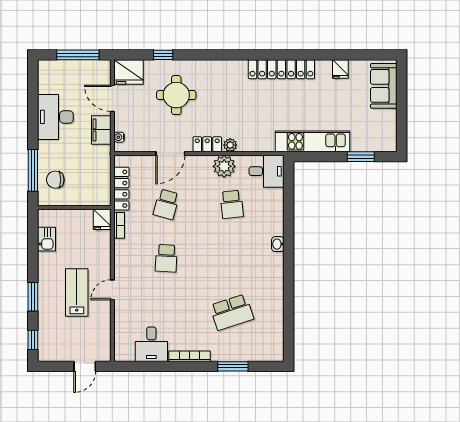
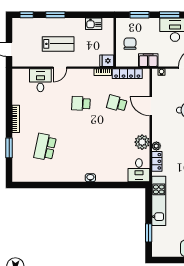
window: (33, 125) -> (170, 15), added
filing cabinet: (101, 130) -> (148, 60), moved
locker: (207, 144) -> (157, 161), moved
window: (33, 170) -> (139, 15), width x0.69
chair: (55, 180) -> (130, 44), moved
school desk: (232, 204) -> (117, 147), removed
door: (112, 290) -> (60, 68), swing flipped
school desk: (232, 312) -> (45, 147), turned 30
desk: (151, 344) -> (40, 80), moved, turned 90

